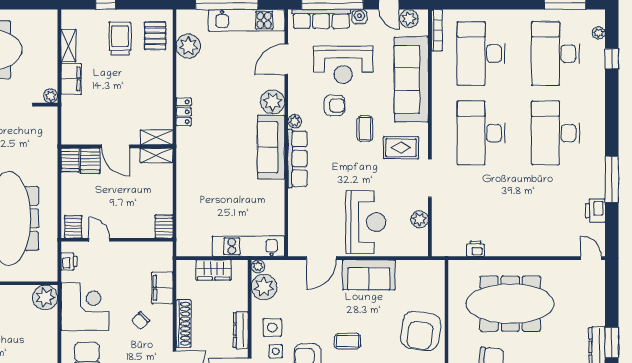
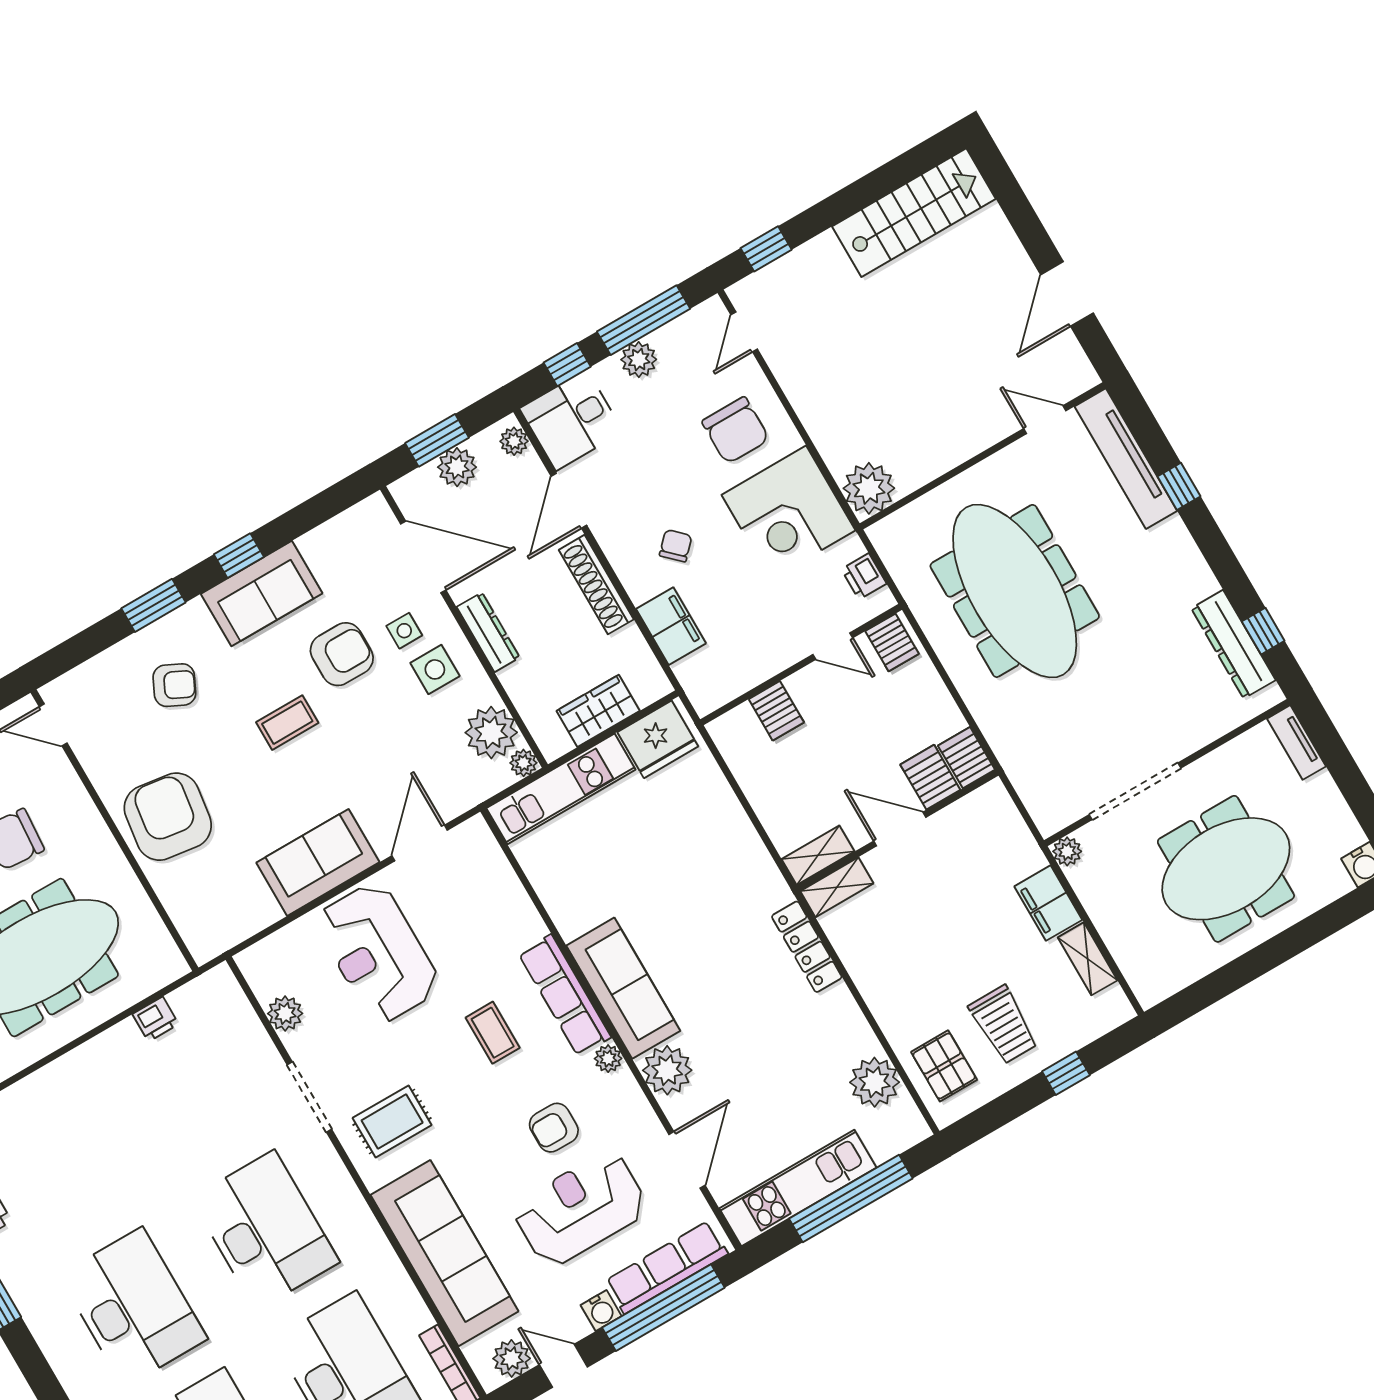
locker: (184, 112) -> (807, 947), width x1.53
coffee table: (365, 129) -> (493, 1033), moved
server rack: (164, 226) -> (776, 711), moved
fridge: (196, 243) -> (658, 739), added

